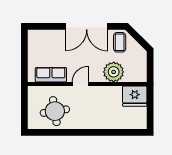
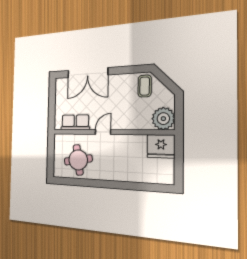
double door: (87, 26) -> (88, 73), moved
plant: (114, 72) -> (163, 119), moved

